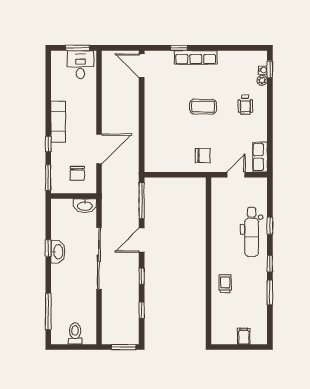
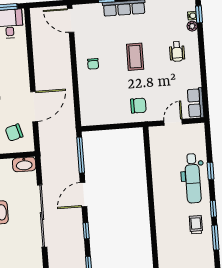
coffee table: (203, 107) -> (135, 57), turned 90
chair: (161, 111) -> (93, 64), added
chair: (77, 173) -> (14, 133), turned 74
trolley: (225, 284) -> (196, 225), moved

